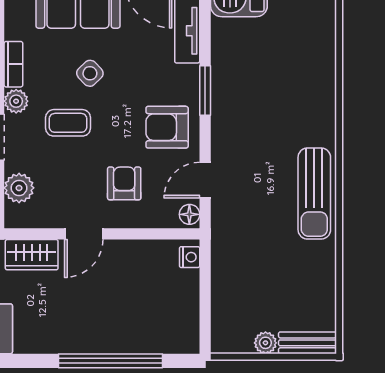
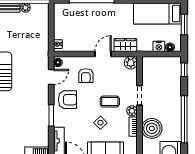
plant: (19, 188) -> (131, 63), moved

